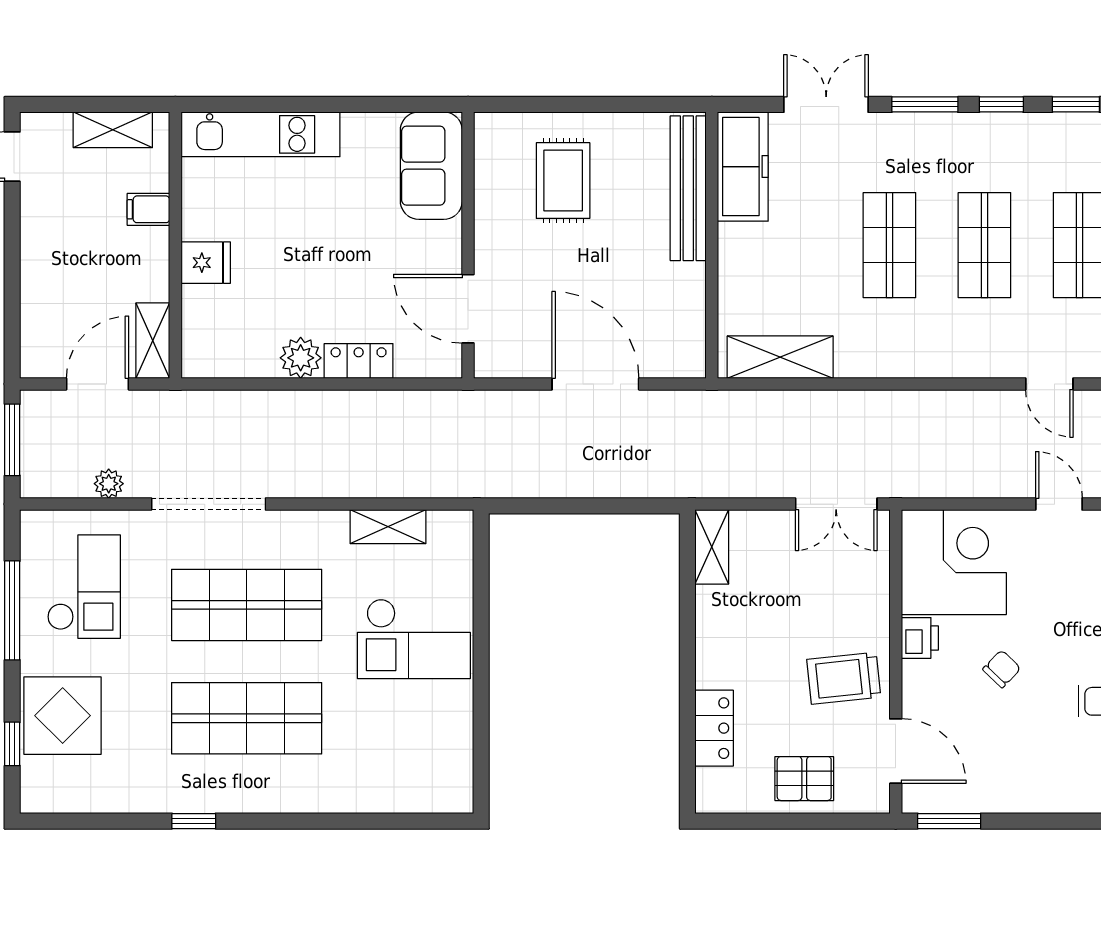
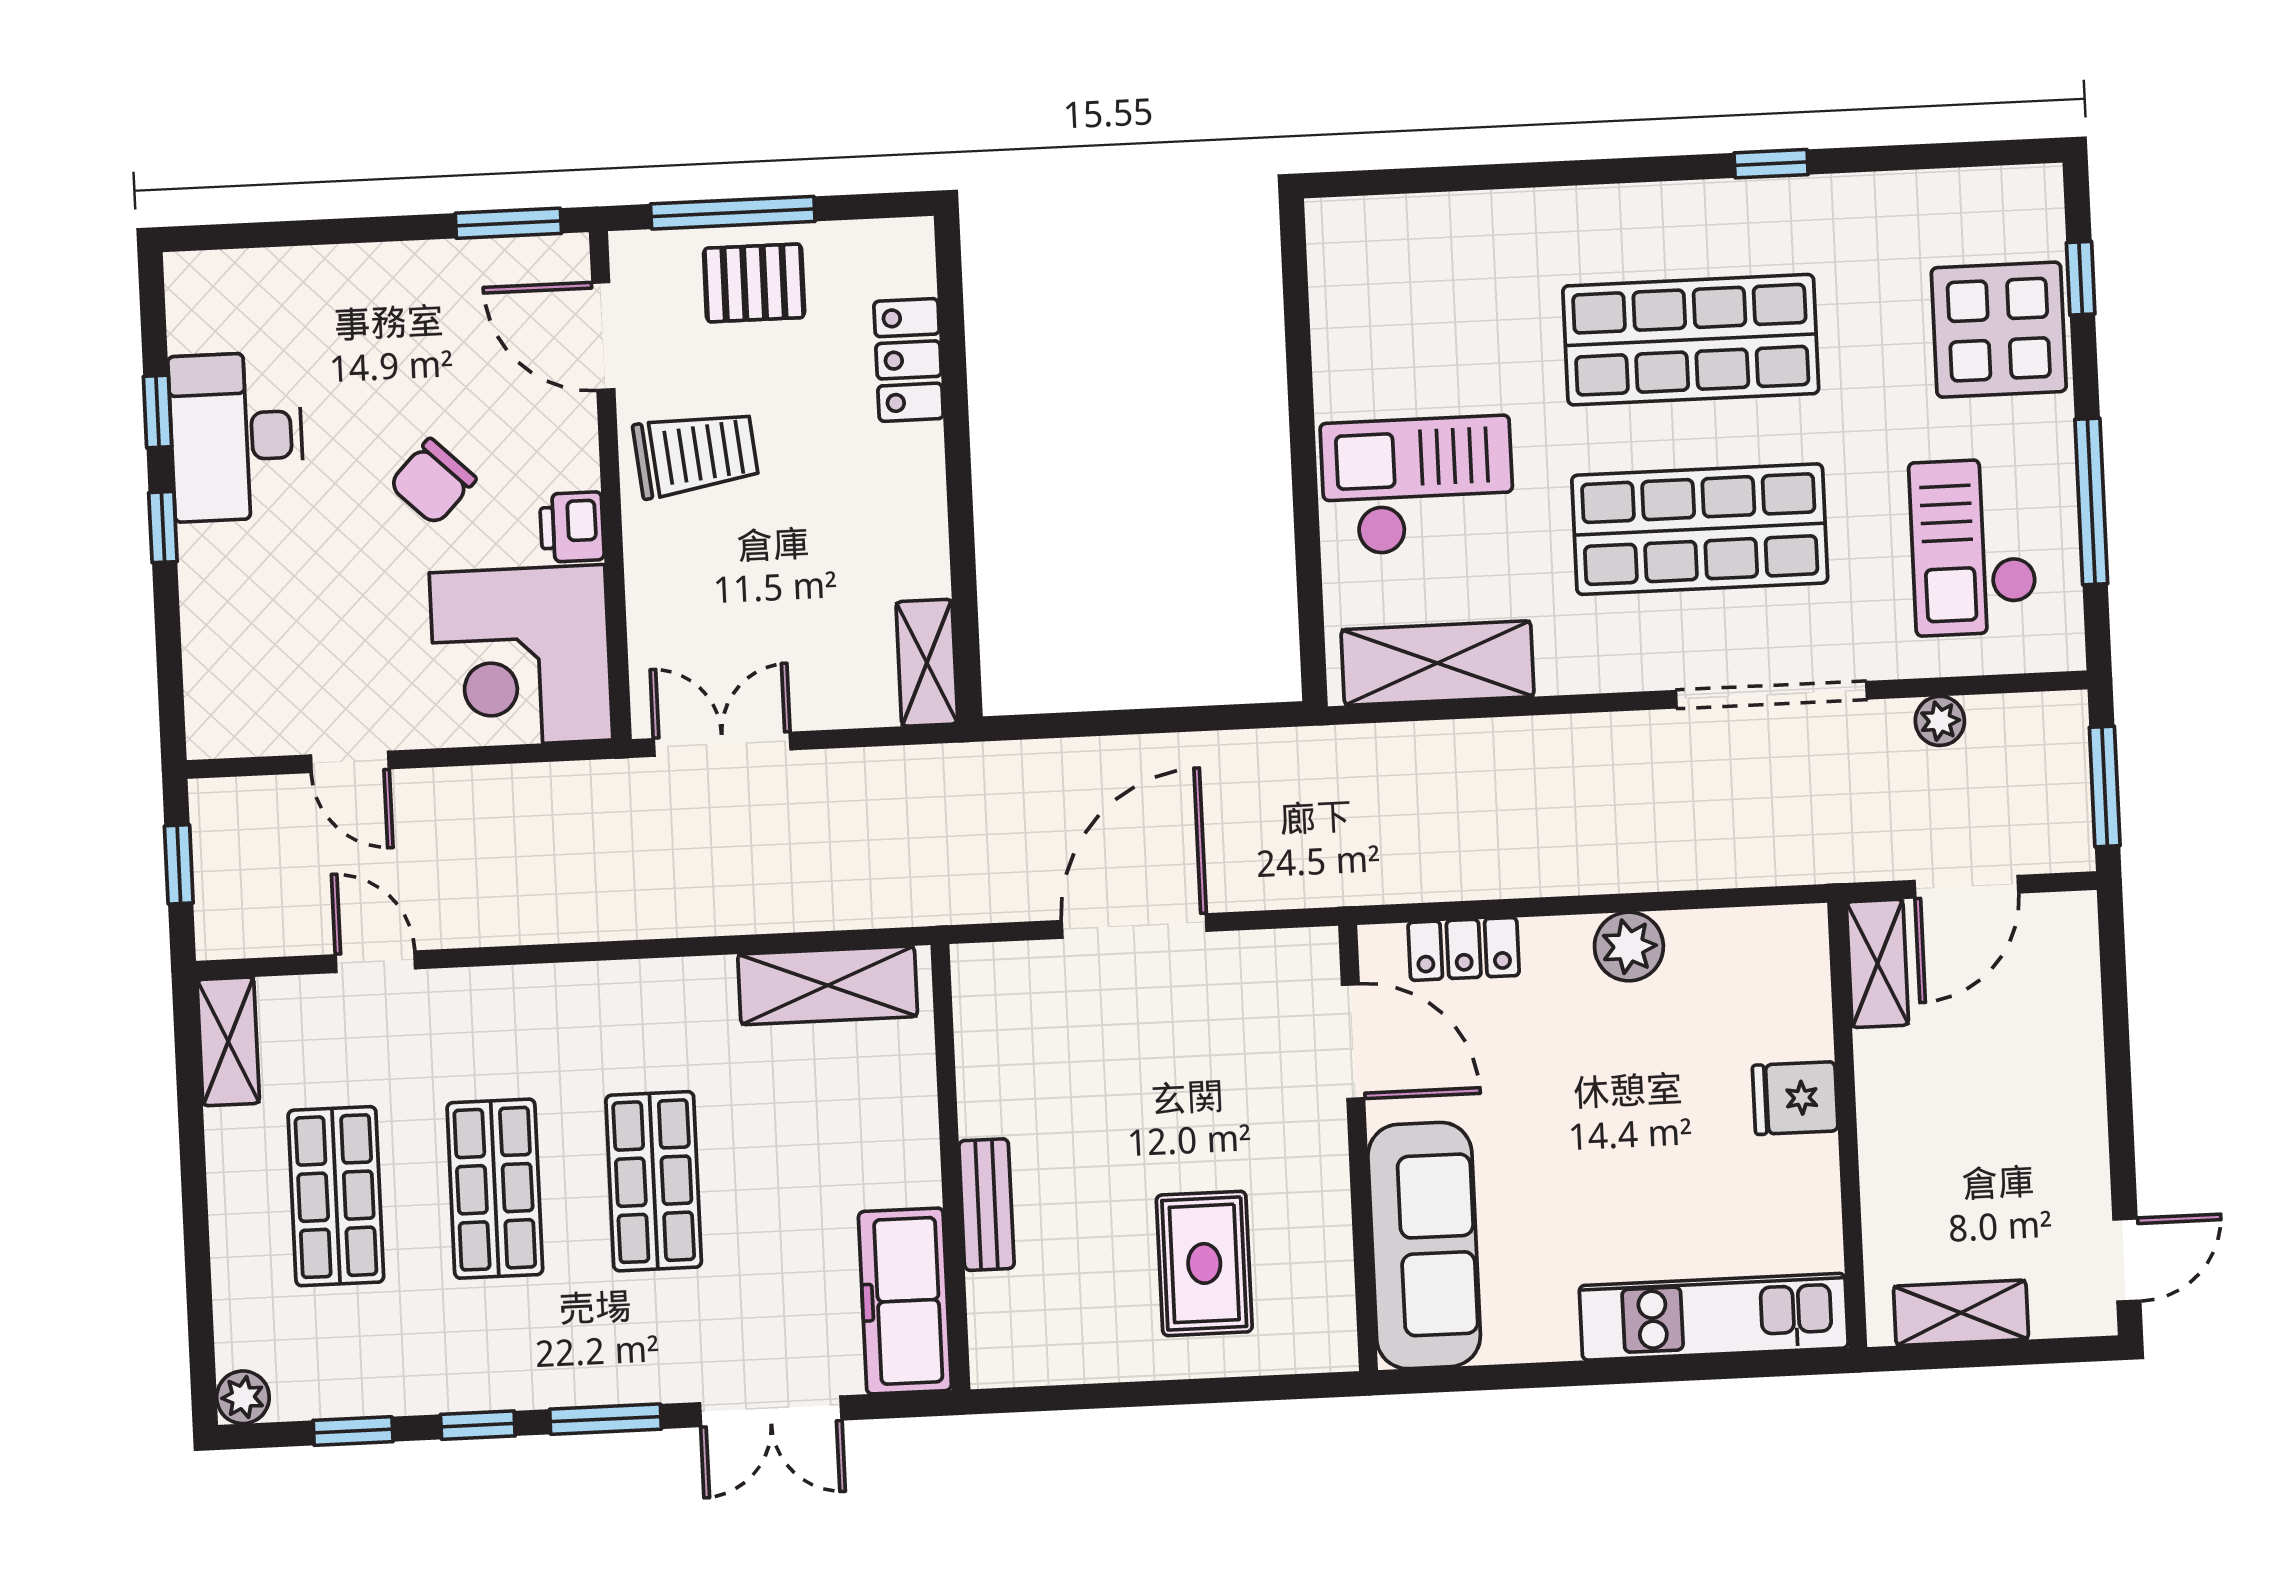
sofa: (431, 166) -> (1424, 1246), width x1.36
bench: (688, 188) -> (986, 1205), width x0.54, depth x0.82
filing cabinet: (148, 209) -> (1895, 1183), removed
locker: (359, 361) -> (1464, 949), moved
door: (595, 384) -> (1134, 926), swing flipped
shelving: (388, 527) -> (1438, 663), width x1.50, depth x1.33
chair: (1002, 669) -> (433, 482), width x1.37, depth x1.37
window: (815, 821) -> (733, 213), added

